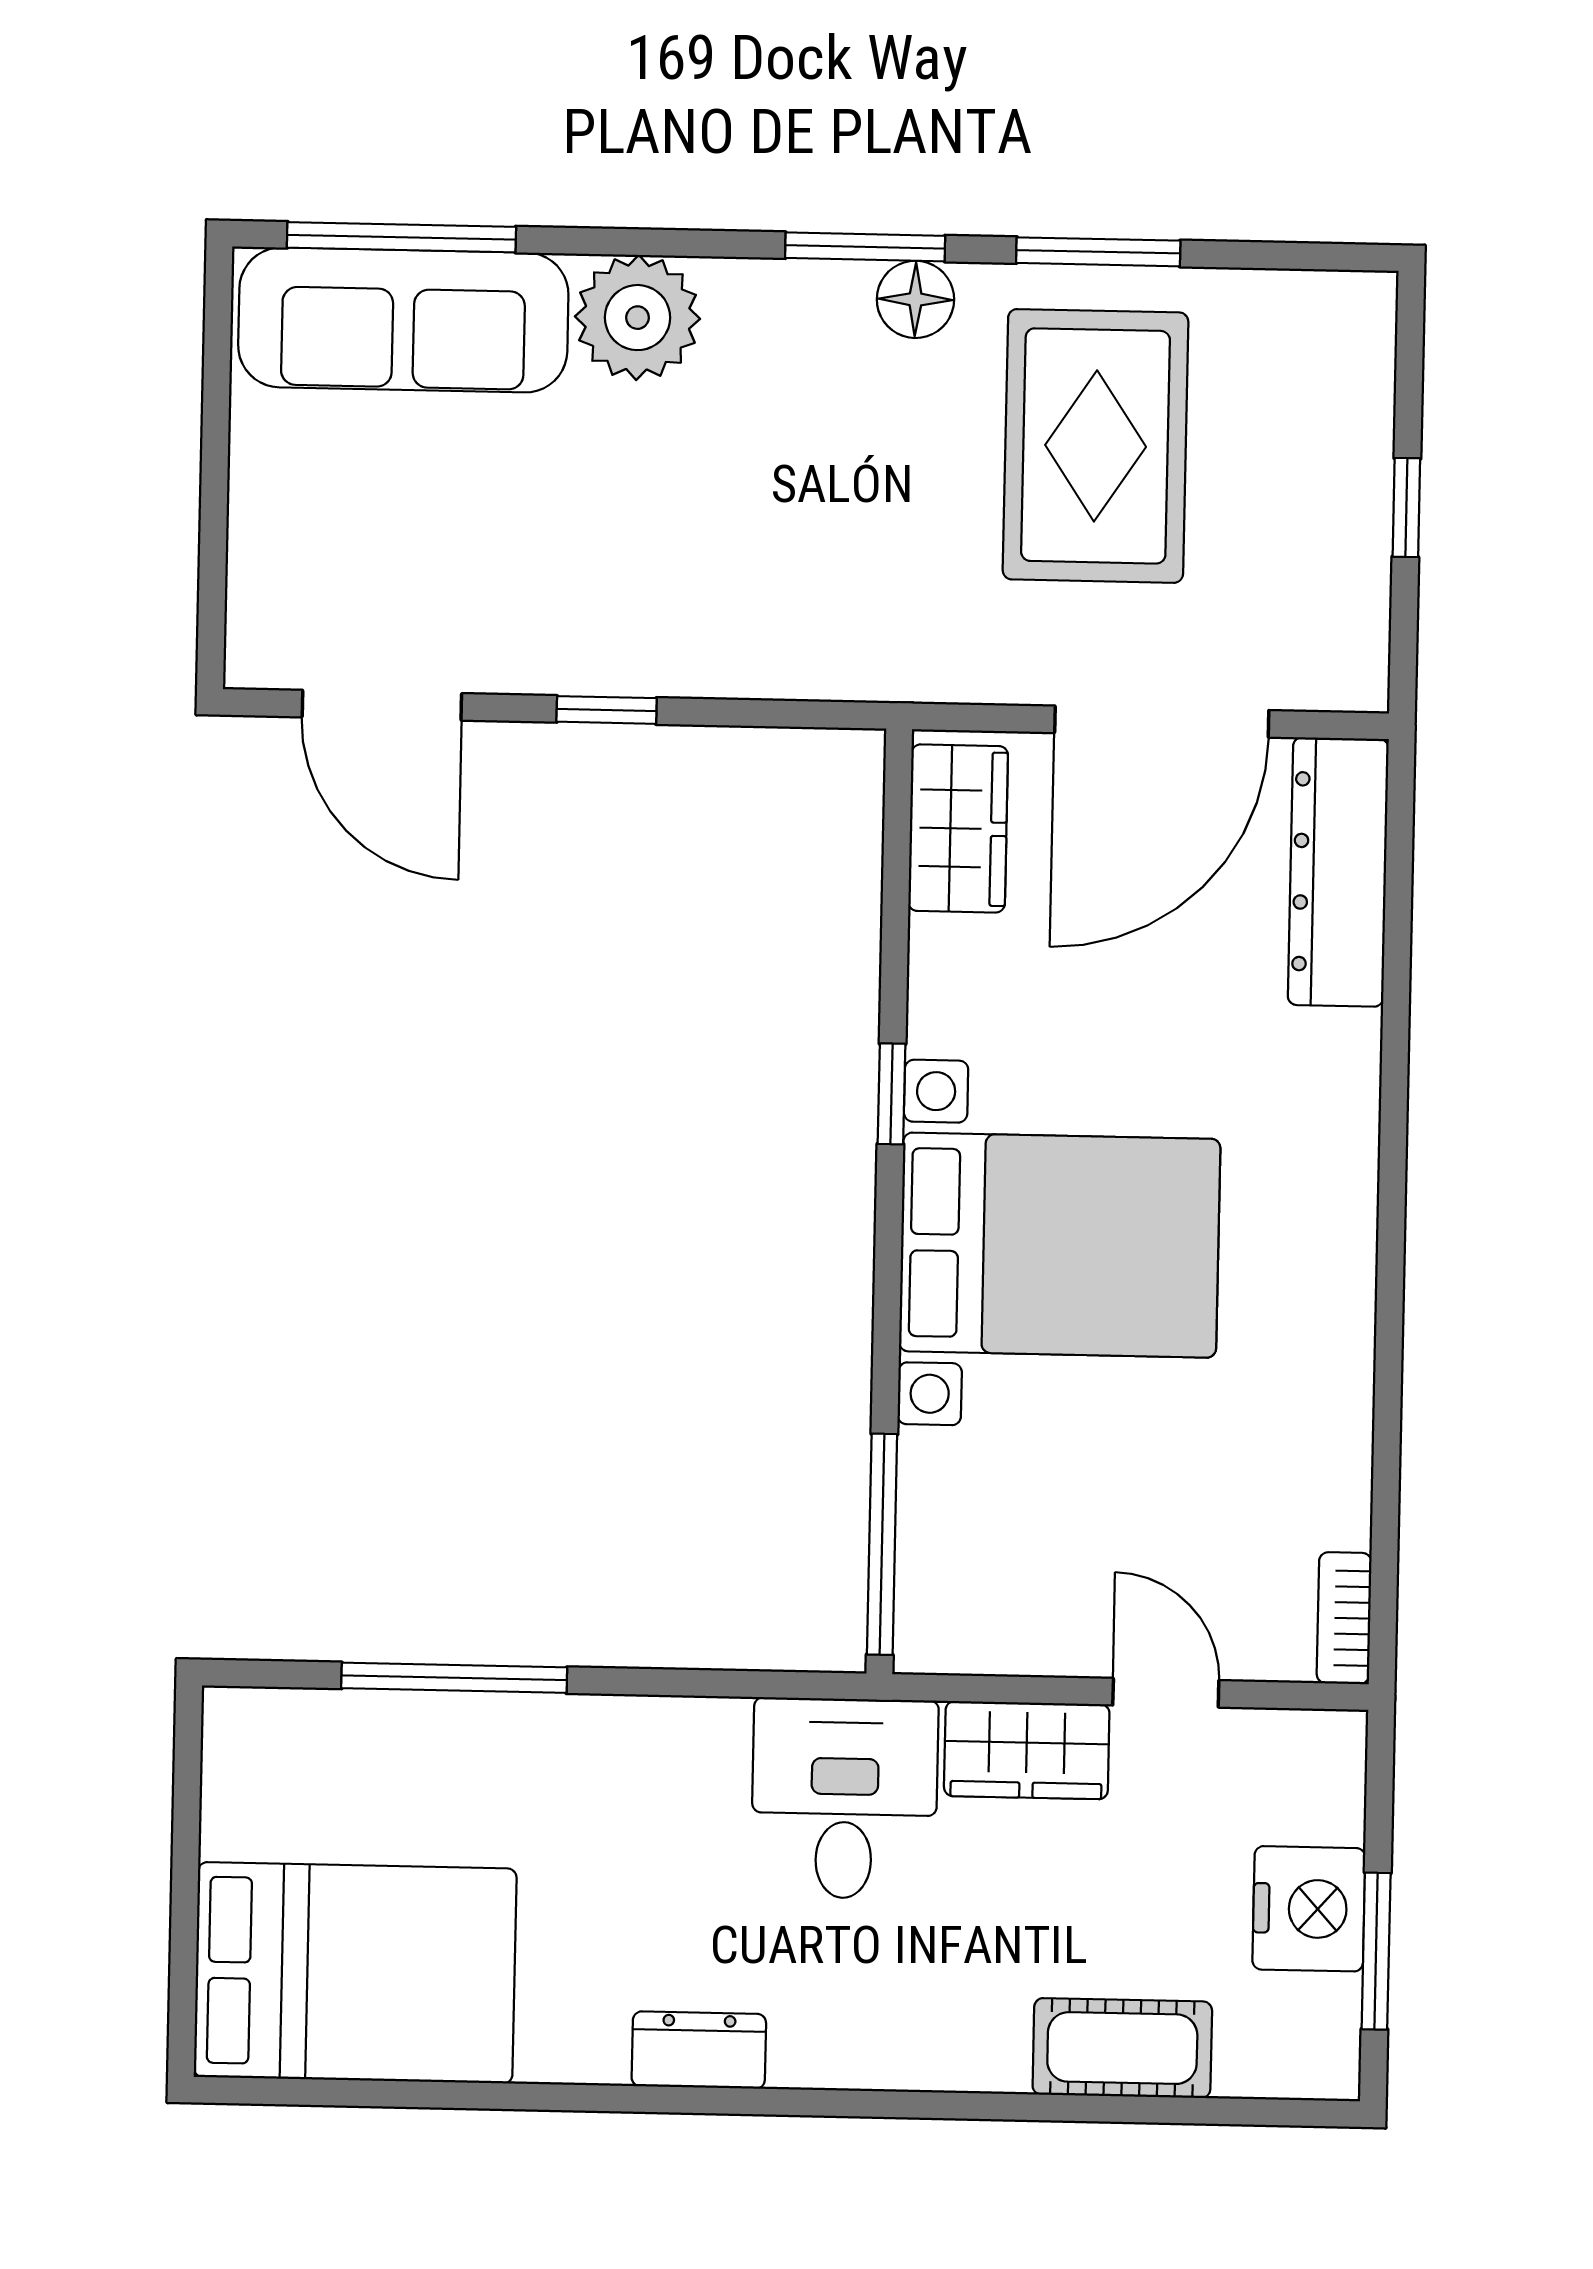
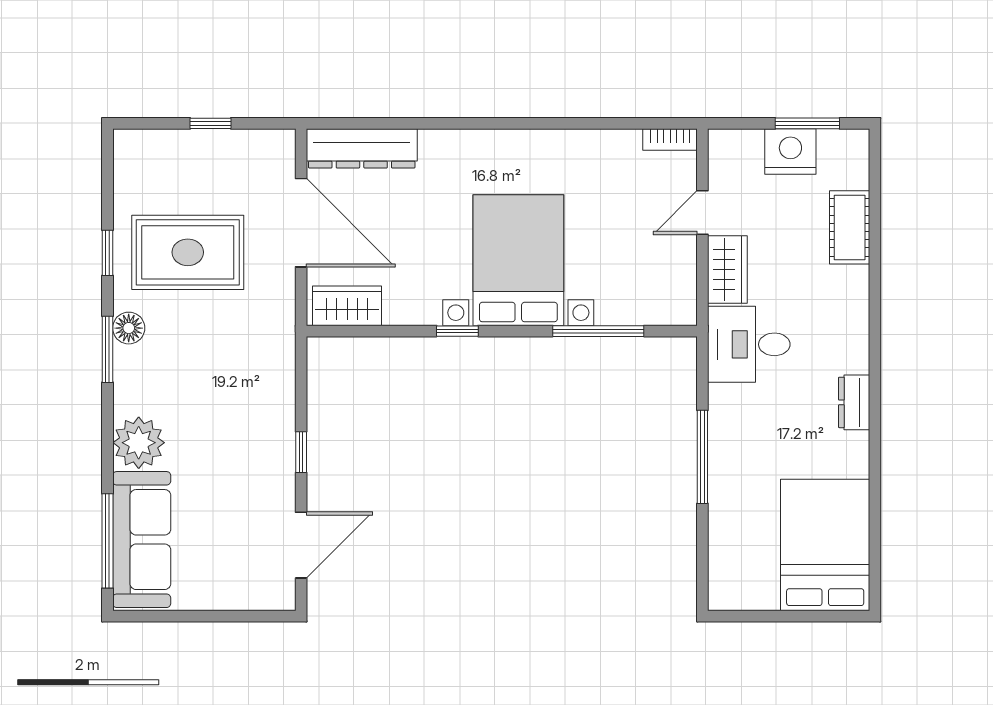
window: (1098, 252) -> (107, 253), width x0.67
window: (882, 1544) -> (598, 331), moved
window: (454, 1678) -> (702, 457), moved

